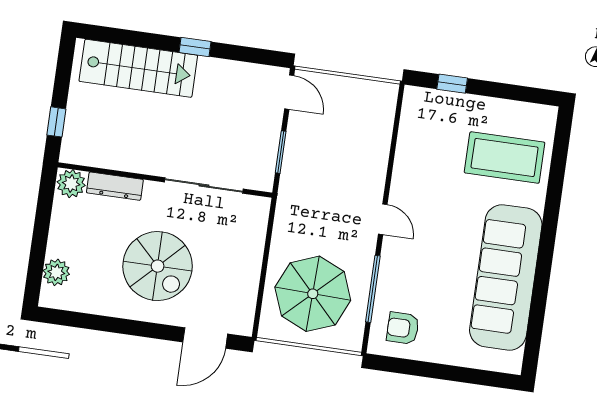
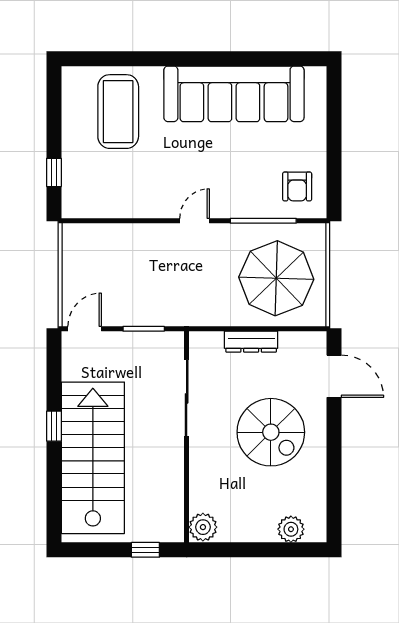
stairs: (138, 68) -> (93, 458), width x1.36, depth x1.51
dresser: (115, 186) -> (251, 342), moved, turned 90
spiral stairs: (158, 266) -> (271, 432), turned 90

